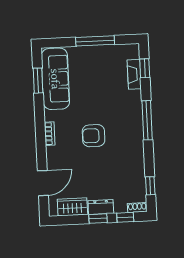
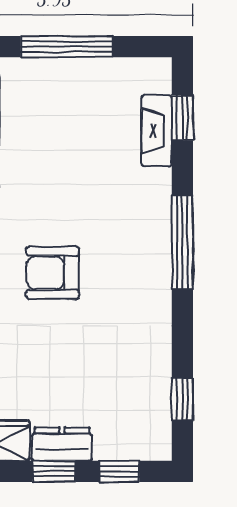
shoe rack: (137, 208) -> (149, 450), removed

